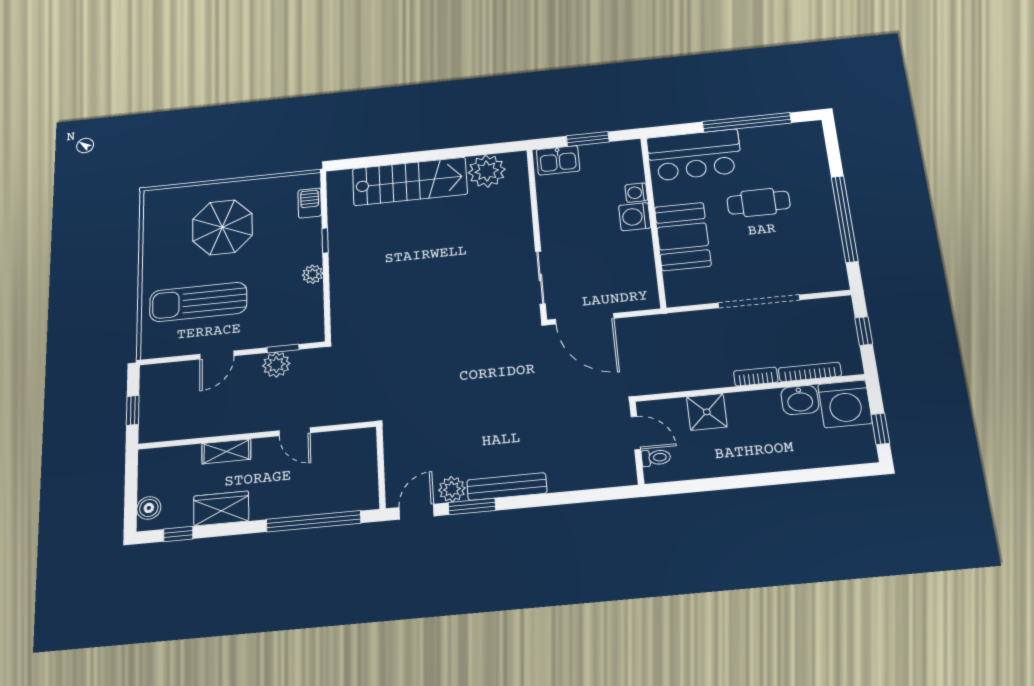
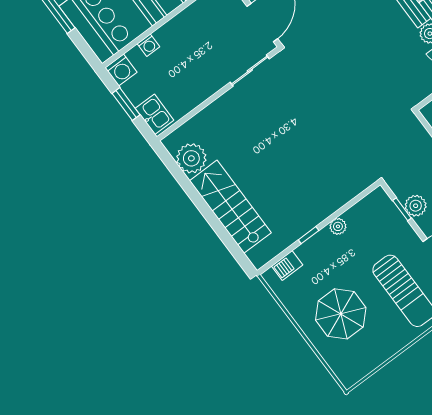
washing machine: (635, 217) -> (121, 70), moved

